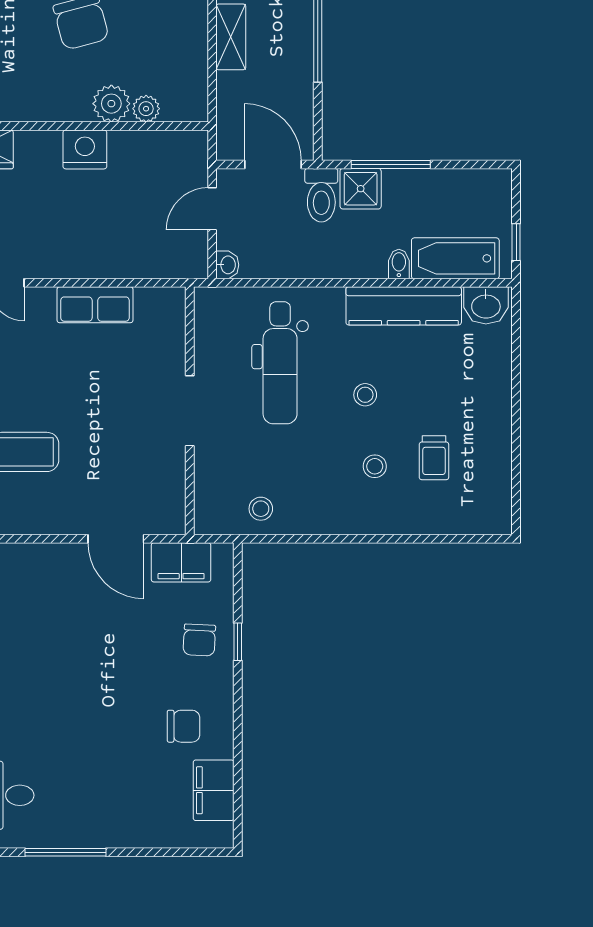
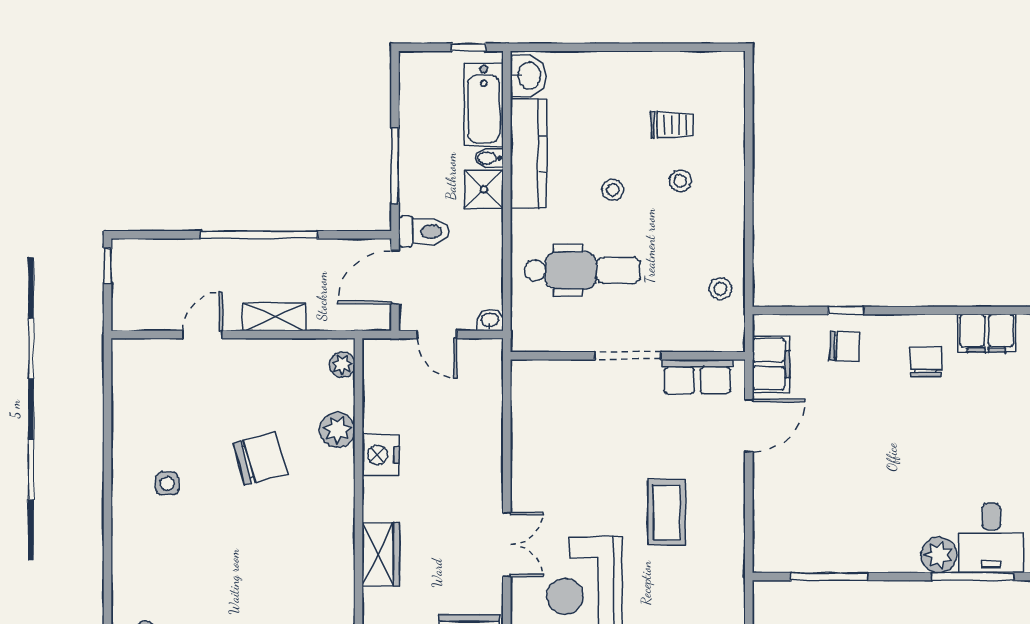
plant: (146, 109) -> (342, 365), moved
shower: (361, 189) -> (484, 189), moved
row of seats: (95, 305) -> (697, 377), moved, turned 90

